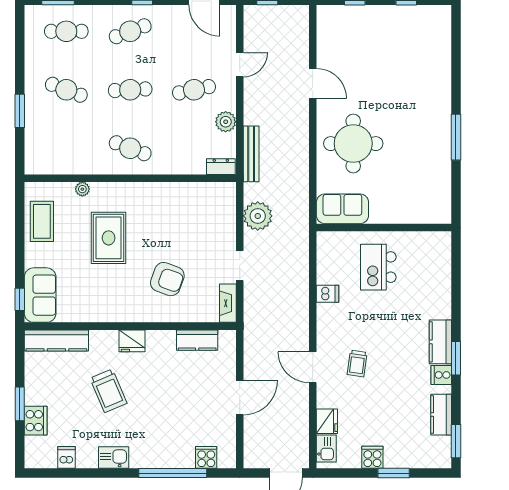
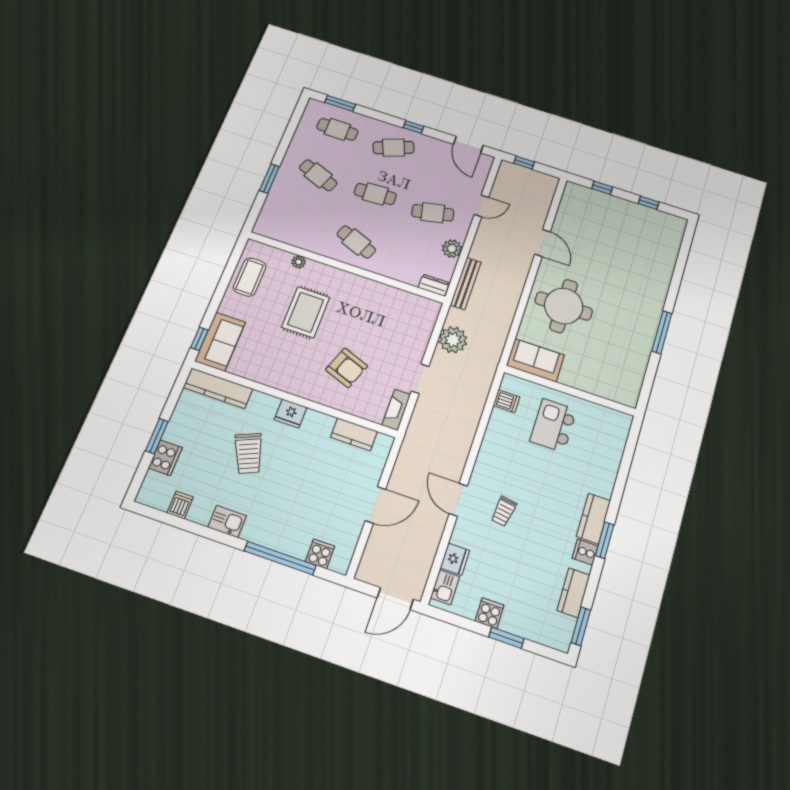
dishwasher: (328, 294) -> (506, 401), moved

